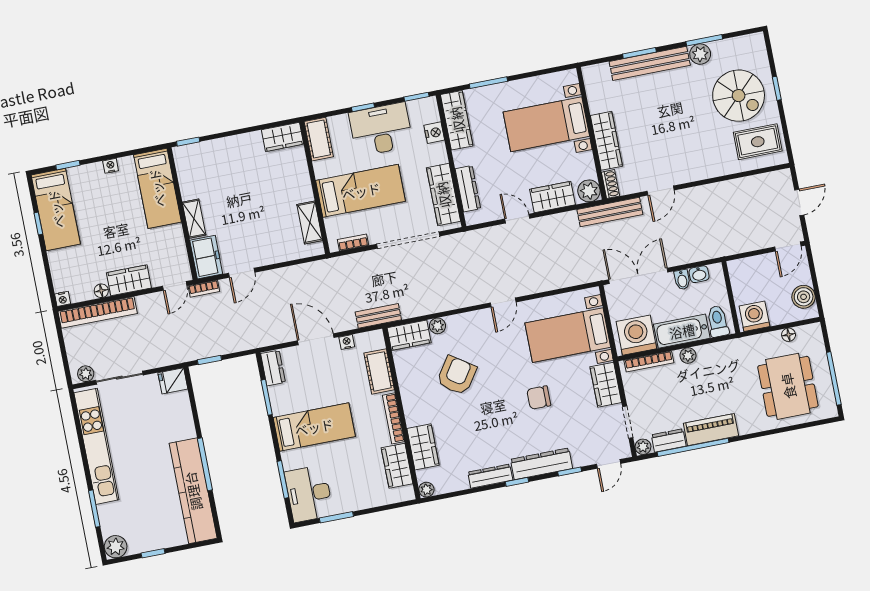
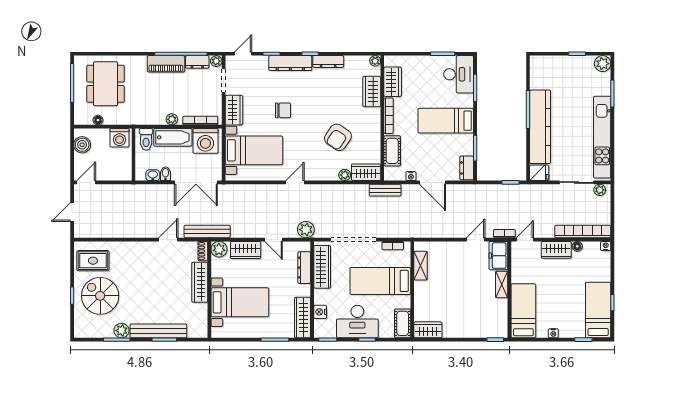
plant: (476, 241) -> (306, 230), added
kitchen counter: (193, 491) -> (540, 127), moved

